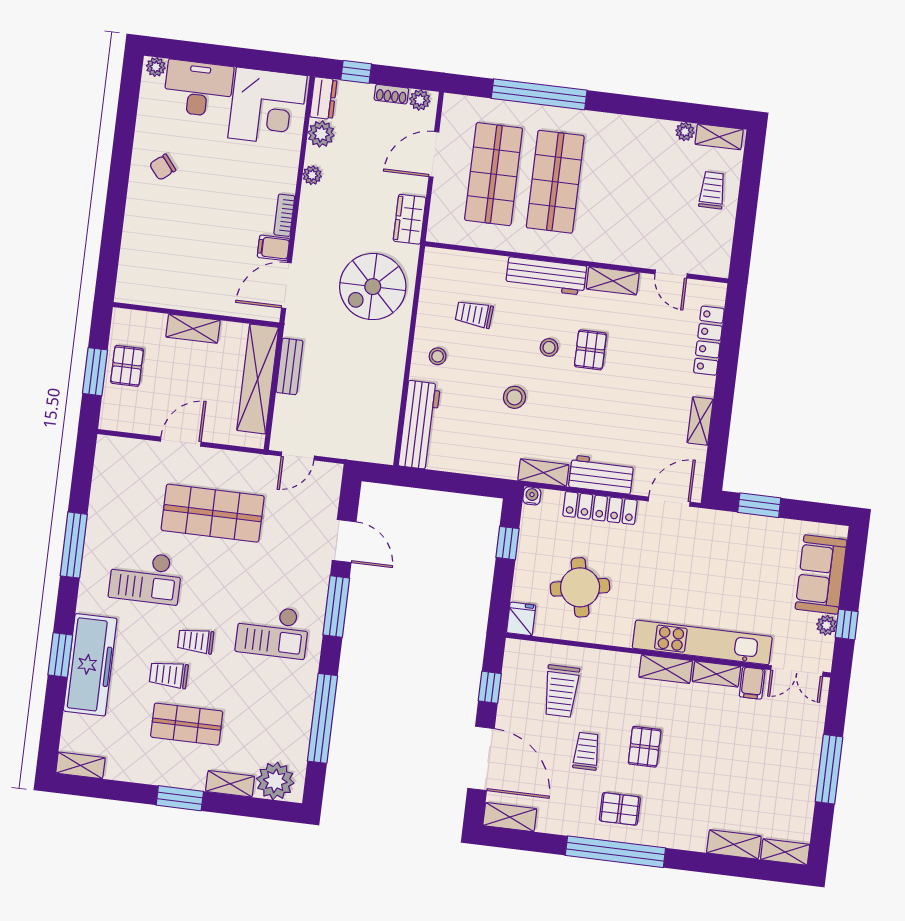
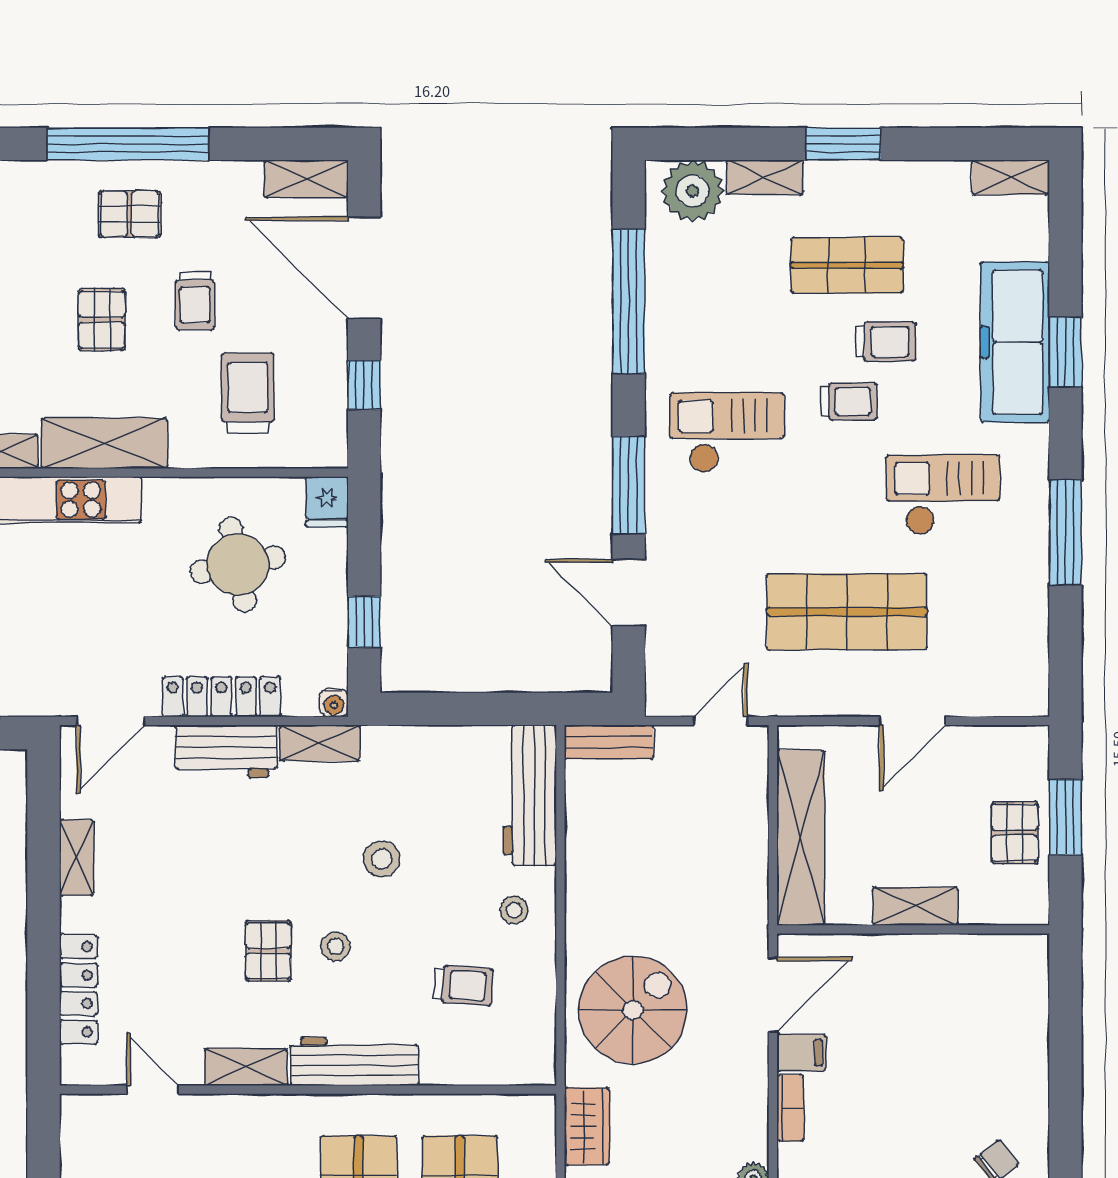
bench: (289, 366) -> (609, 742), moved, turned 90
shelving: (666, 669) -> (104, 443), width x1.50, depth x1.33

